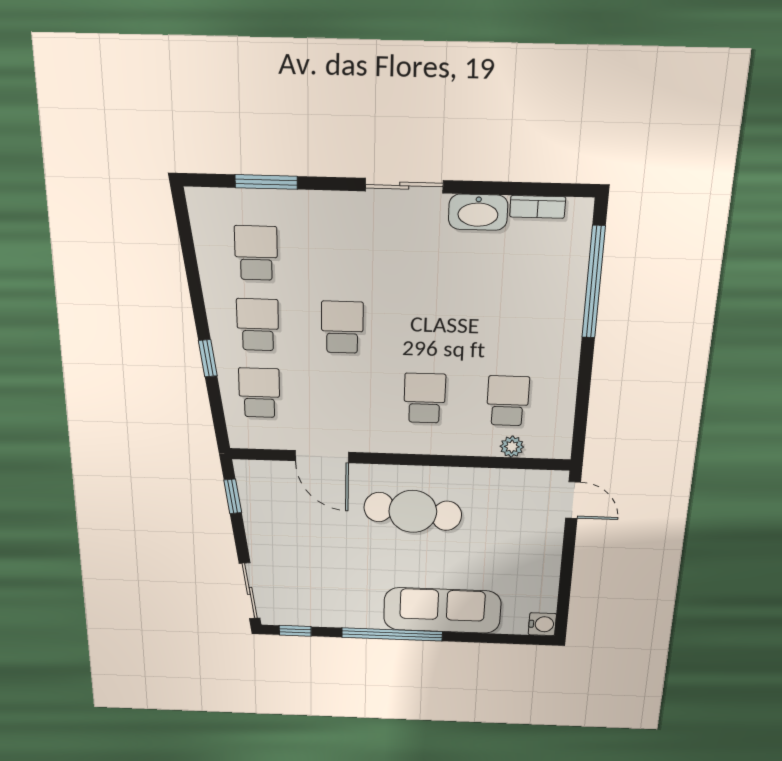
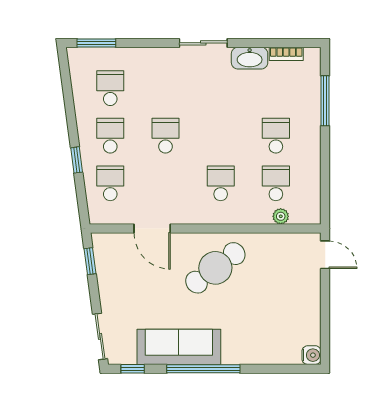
window: (266, 182) -> (96, 43), moved
window: (594, 282) -> (325, 101), width x0.68
school desk: (512, 332) -> (276, 136), added
cafe table: (413, 511) -> (215, 268), turned -43
sofa: (442, 610) -> (179, 347), moved

